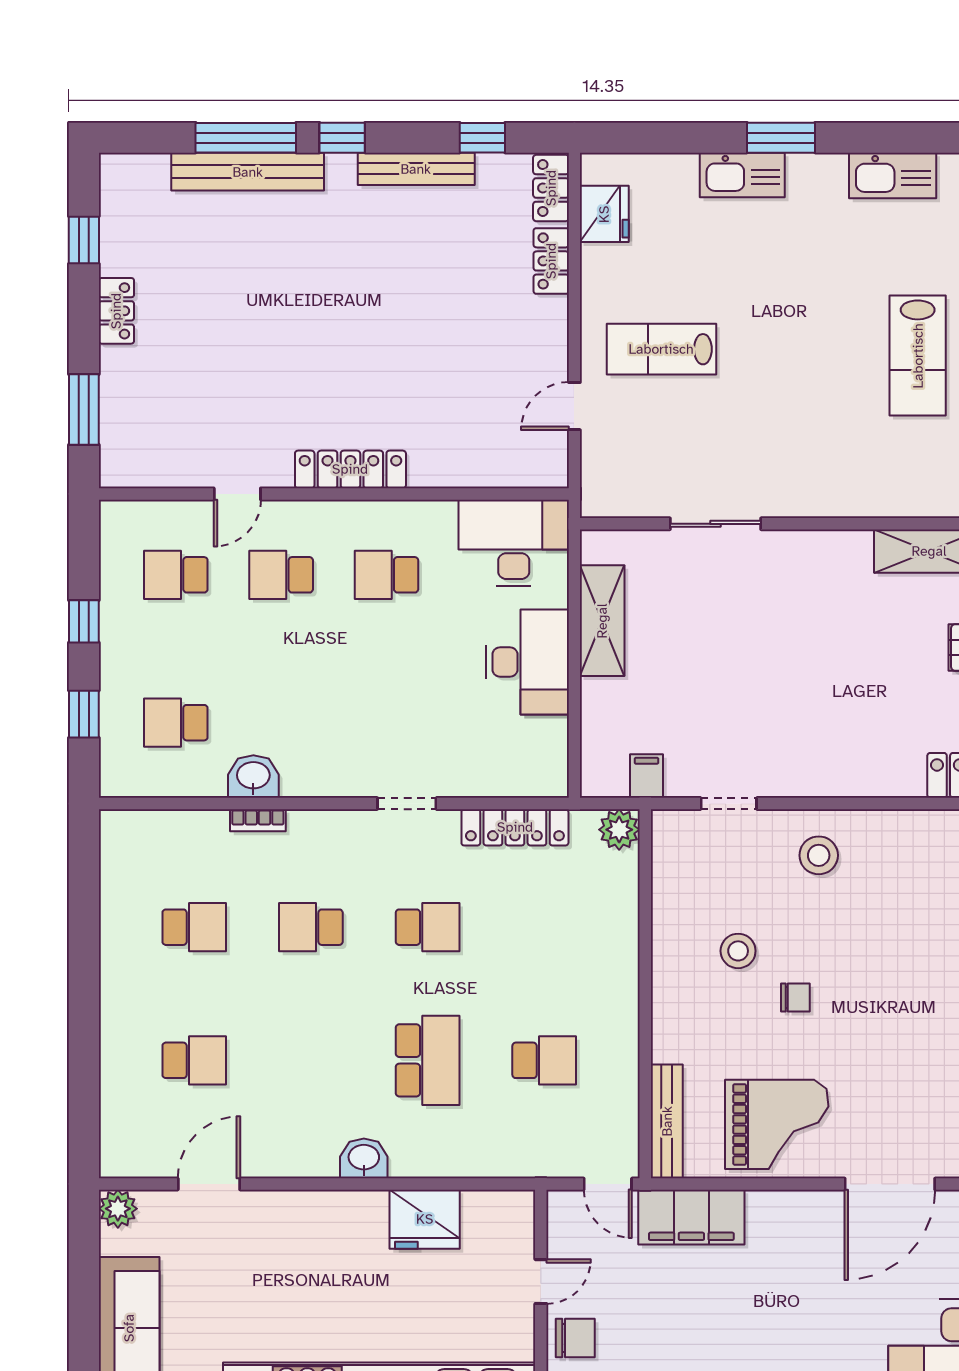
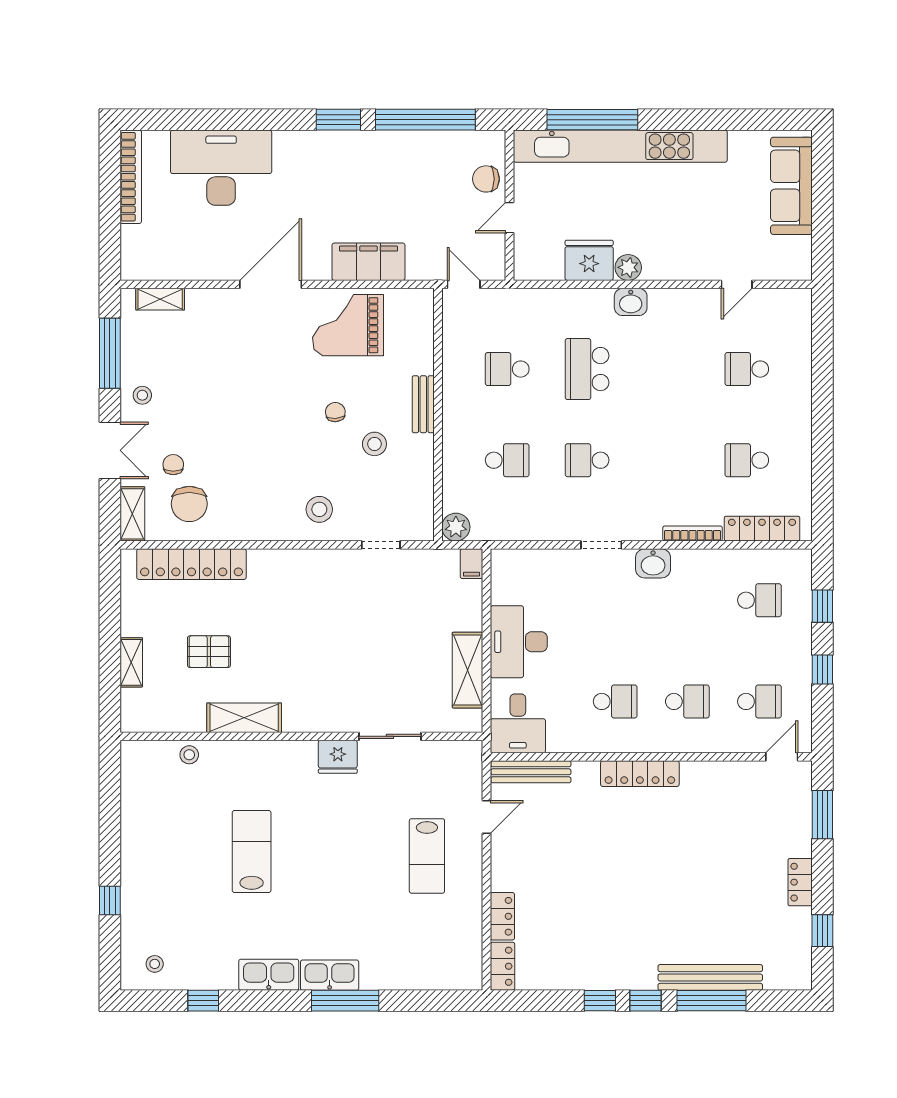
window: (482, 138) -> (600, 1001), moved
window: (781, 138) -> (345, 1001), width x1.44
bench: (416, 169) -> (531, 772), moved
kitchen sink: (742, 175) -> (330, 975), moved
fridge: (604, 214) -> (338, 757), moved, turned -90
lab bench: (661, 349) -> (427, 856), turned 90
door: (237, 494) -> (782, 757), moved
desk: (514, 543) -> (518, 723), width x0.73
washbasin: (253, 776) -> (653, 563), moved
filing cabinet: (647, 776) -> (471, 564), moved
bookcase: (258, 820) -> (693, 533), width x1.56
locker: (515, 827) -> (762, 529), moved
school desk: (311, 927) -> (507, 460), moved
chair: (795, 998) -> (335, 412), turned 86
bench: (667, 1121) -> (423, 404), moved, width x0.73
door: (209, 1184) -> (737, 284), width x0.73
plant: (118, 1209) -> (628, 267), moved
filing cabinet: (691, 1217) -> (369, 262), moved

